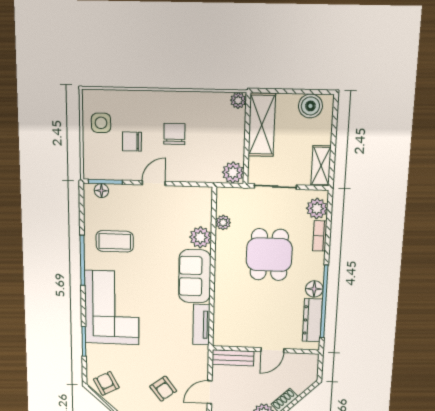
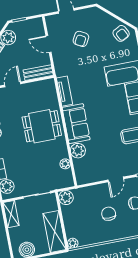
chair: (174, 134) -> (109, 214), turned 180
dining table: (269, 255) -> (42, 126), moved, turned 90
armchair: (163, 389) -> (81, 39), turned -114
door: (210, 392) -> (49, 44), swing flipped

